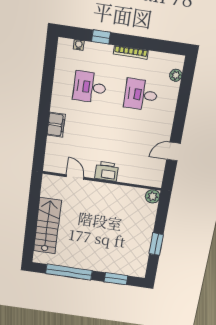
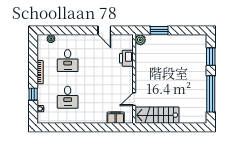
filing cabinet: (56, 125) -> (116, 118), moved
printer: (107, 171) -> (126, 58), moved
stairs: (47, 226) -> (157, 115), moved
window: (156, 244) -> (159, 30), moved

